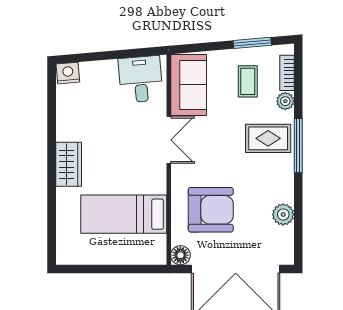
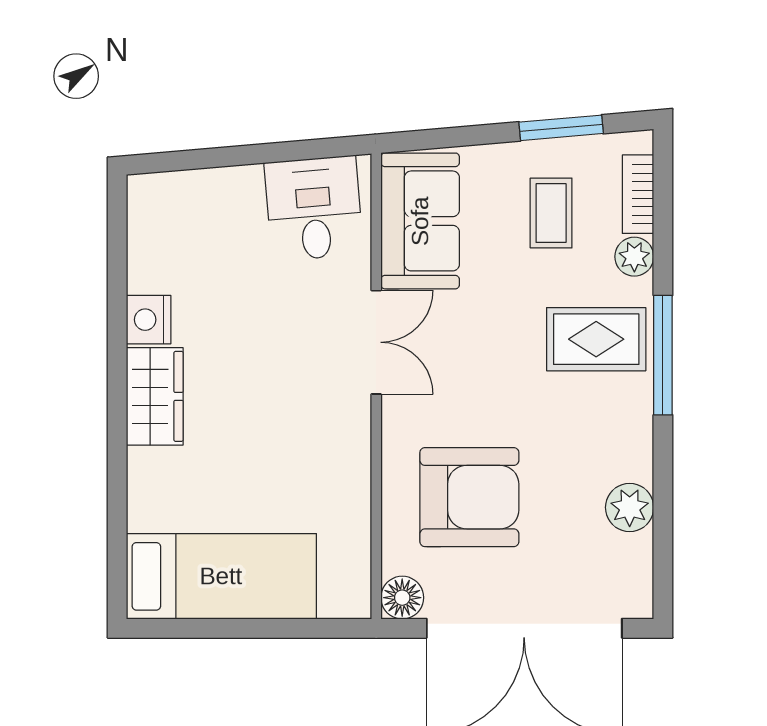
nightstand: (68, 73) -> (149, 320), moved, turned -85
bed: (124, 214) -> (221, 576), moved, turned 180

